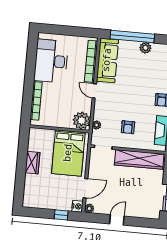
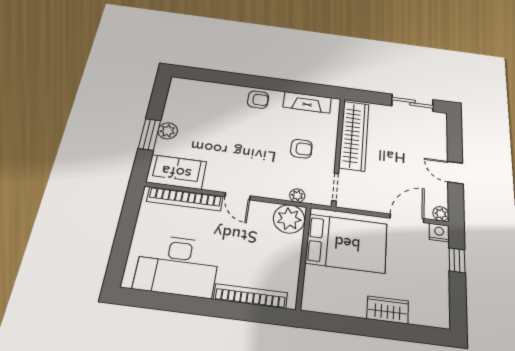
window: (132, 36) -> (149, 134), width x0.47
plant: (145, 48) -> (168, 131), moved
sofa: (107, 60) -> (176, 172), width x0.73
door: (94, 91) -> (238, 196), hinge flipped
wardrobe: (32, 163) -> (388, 310), moved
door: (85, 188) -> (407, 218), hinge flipped

